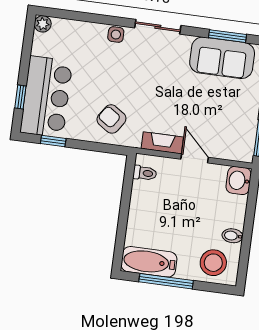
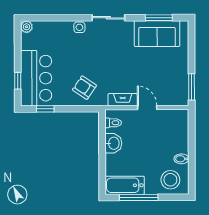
washbasin: (239, 180) -> (113, 143), moved, turned 180

